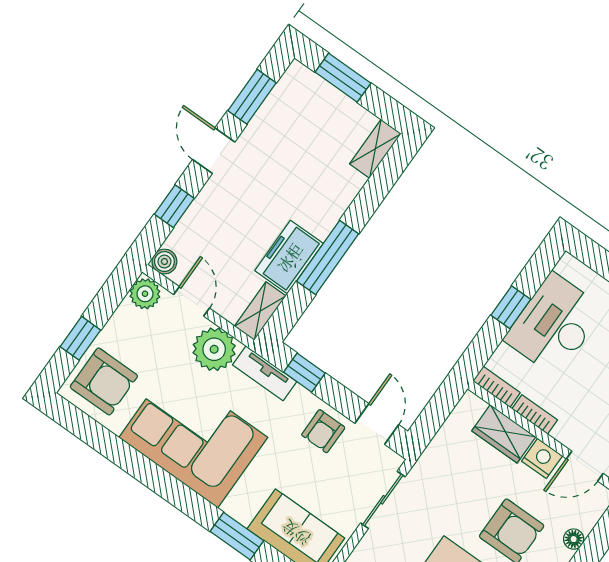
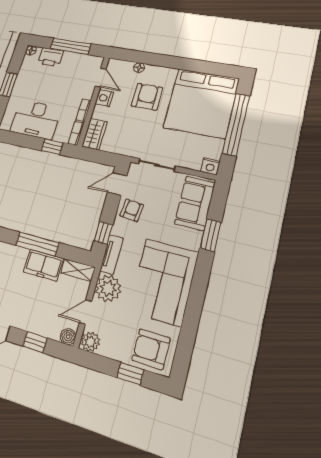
window: (511, 307) -> (52, 147), moved
armchair: (104, 381) -> (151, 349), turned -90
armchair: (323, 431) -> (132, 210), turned -84
wardrobe: (504, 434) -> (95, 134), moved

